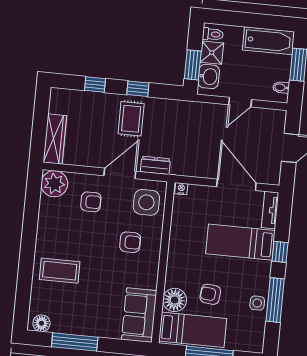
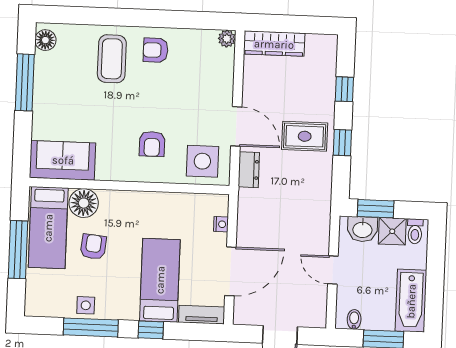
plant: (54, 184) -> (227, 39), width x0.53, depth x0.53
nightstand: (181, 189) -> (221, 224), moved
armchair: (91, 202) -> (156, 50), moved, turned 90

